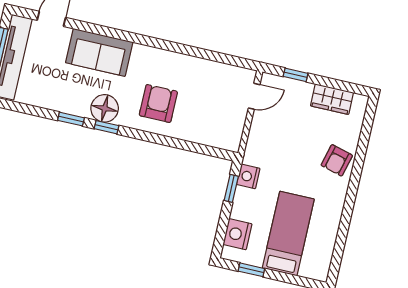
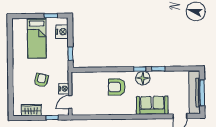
armchair: (158, 103) -> (117, 87), turned 90
armchair: (337, 160) -> (41, 80), moved
nightstand: (248, 176) -> (64, 89), moved

